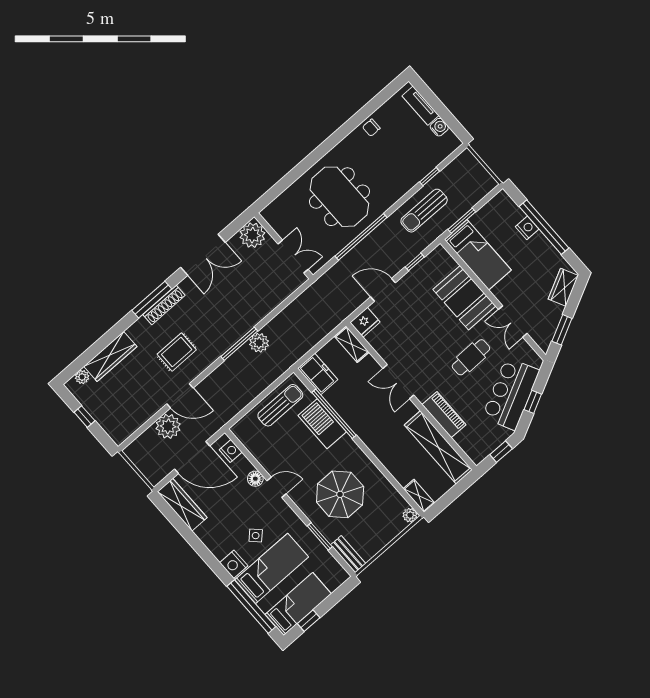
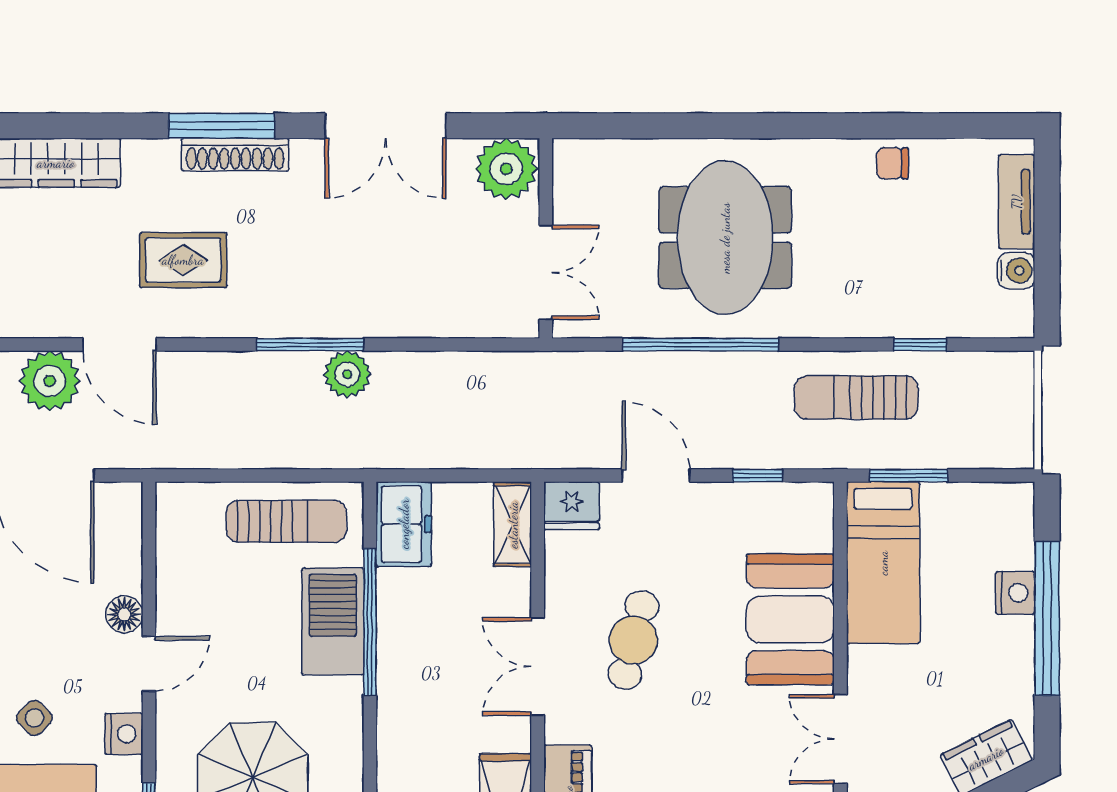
cafe table: (471, 357) -> (633, 640), moved, turned -75
nightstand: (231, 451) -> (124, 734), moved
door: (276, 487) -> (149, 664), hinge flipped

